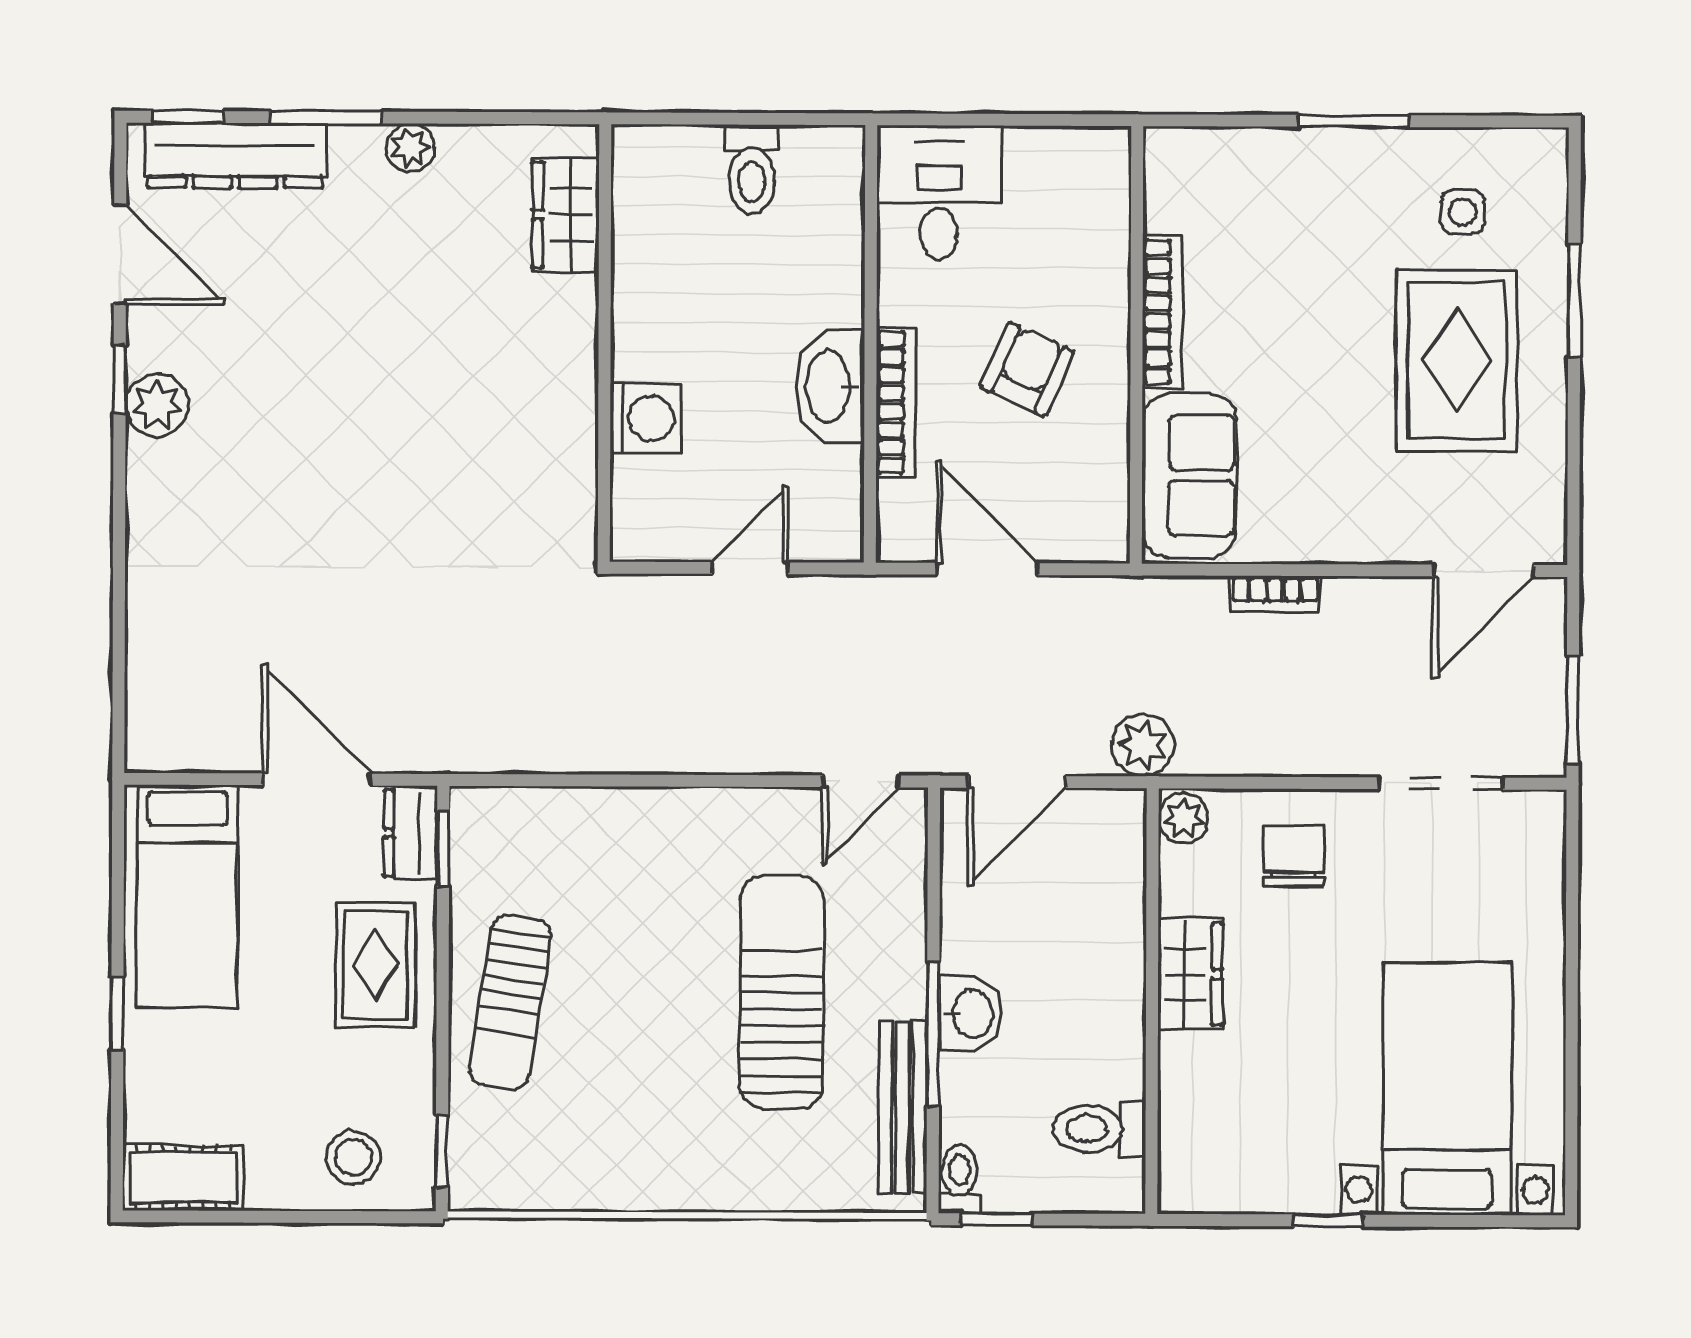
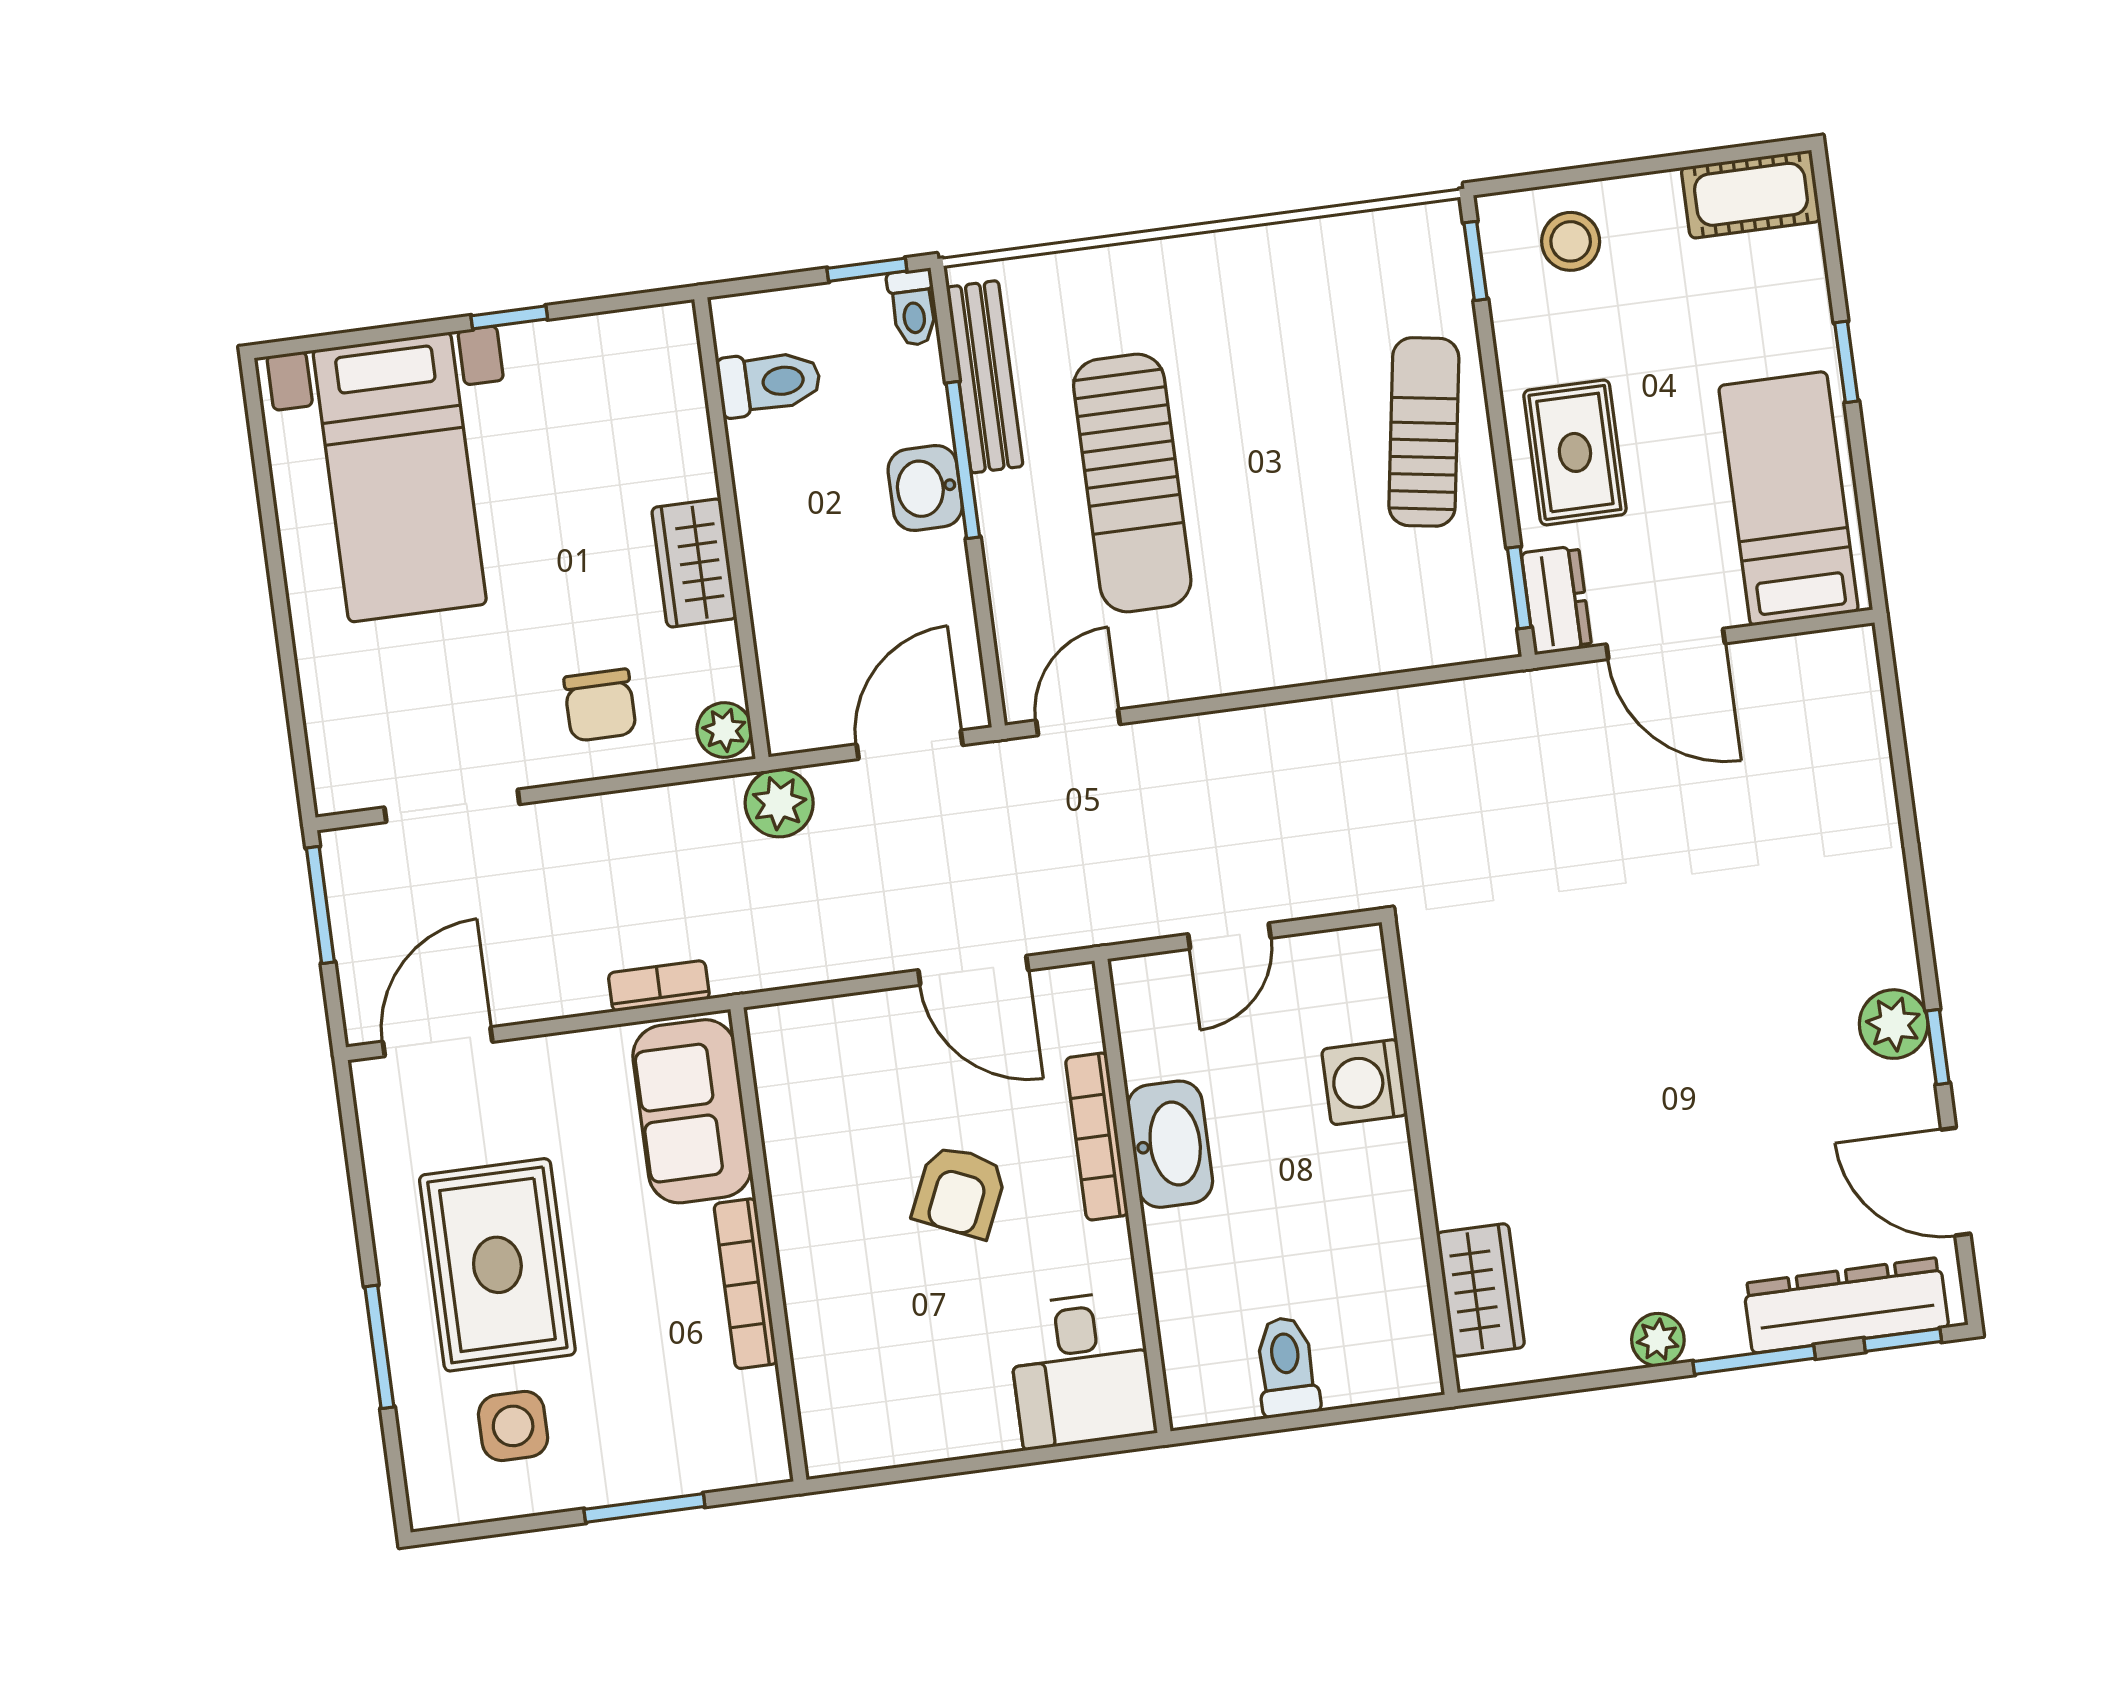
side table: (1462, 212) -> (513, 1426), width x1.37, depth x1.37
bookcase: (1162, 312) -> (746, 1284), moved
wall: (1137, 345) -> (769, 1244), moved
sofa: (1189, 475) -> (692, 1111), moved

